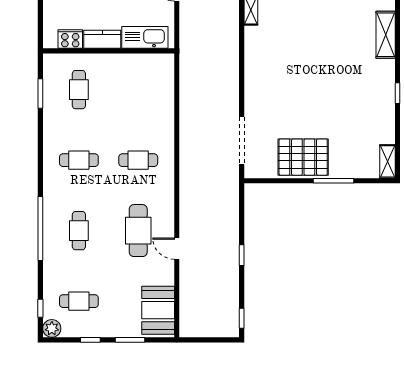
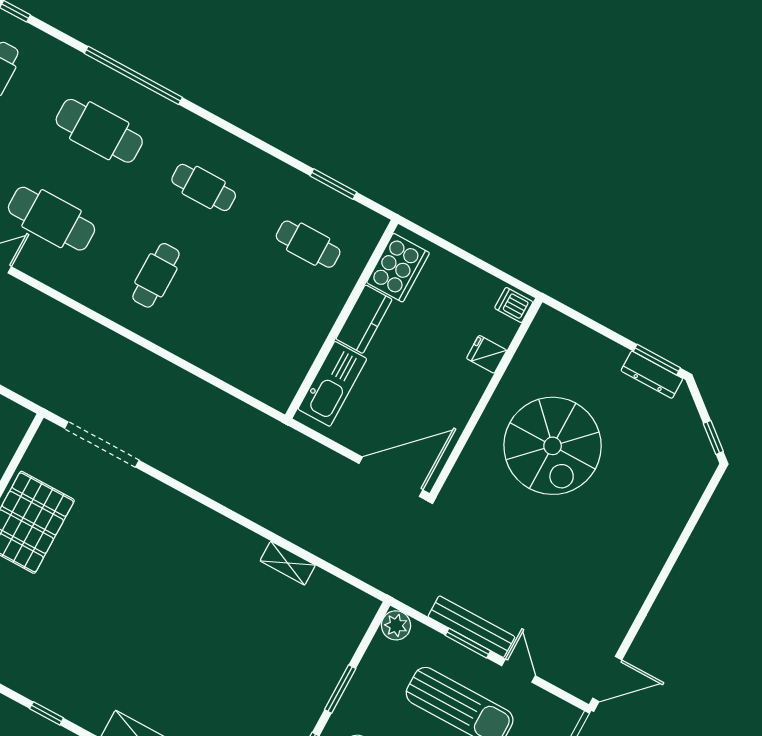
cooker: (70, 39) -> (398, 268), width x1.37, depth x1.31
cafe table: (79, 160) -> (204, 187), turned 90
cafe table: (79, 231) -> (99, 131), width x1.37, depth x1.35

